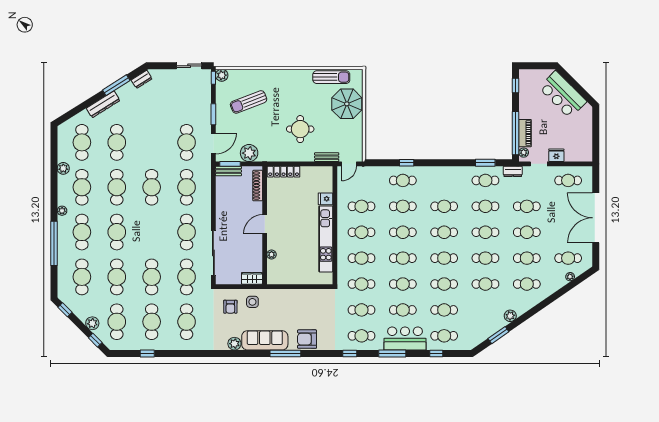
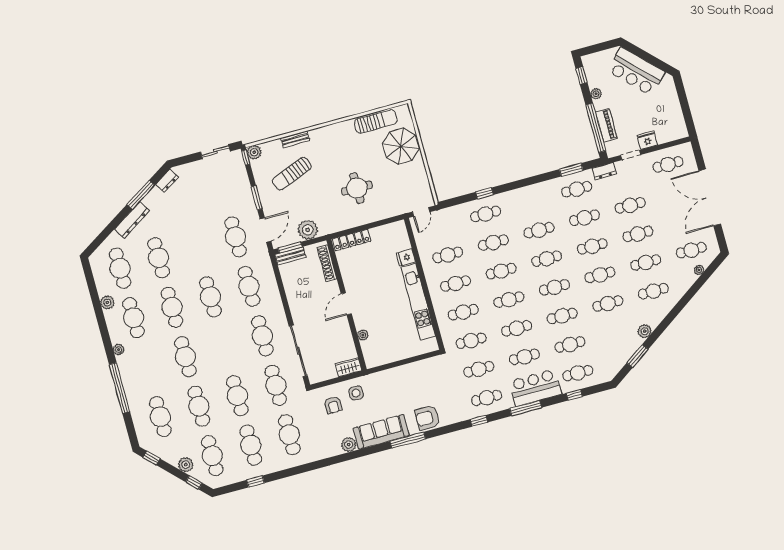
plant: (524, 153) -> (596, 94), moved
bench: (327, 157) -> (295, 139), moved
cafe table: (82, 232) -> (147, 367), removed

